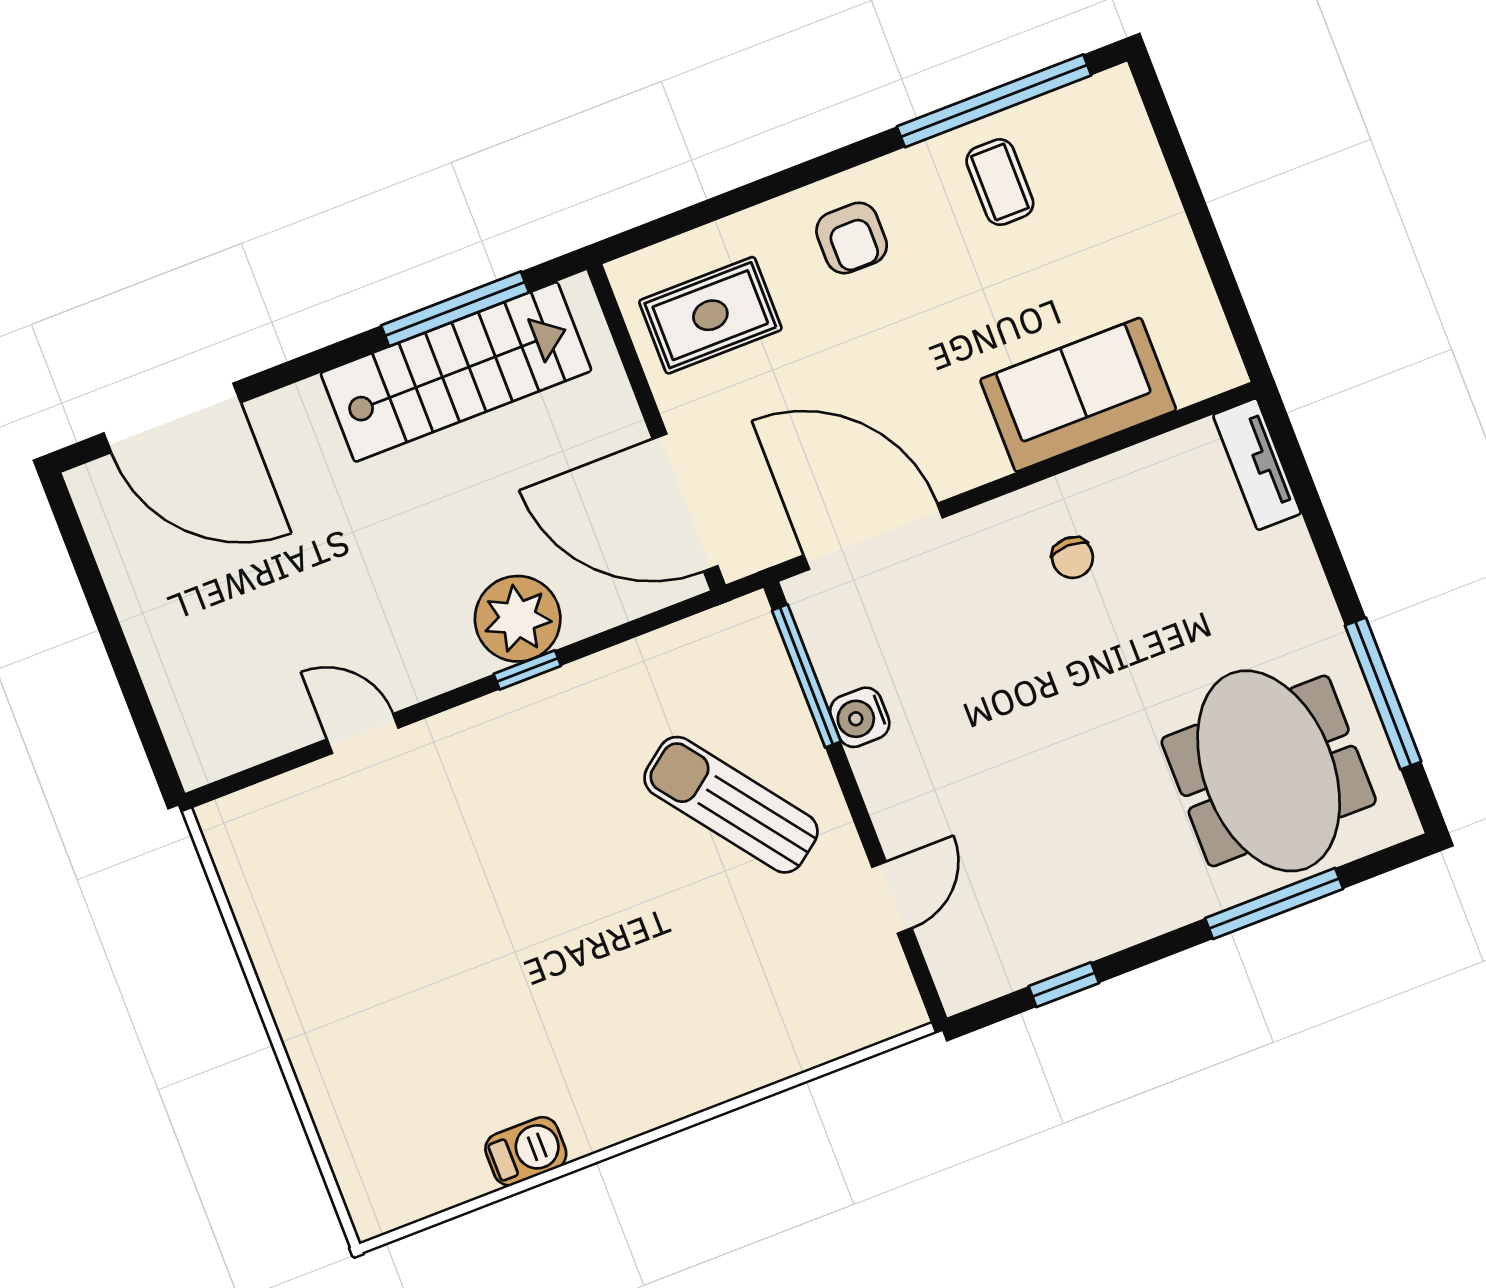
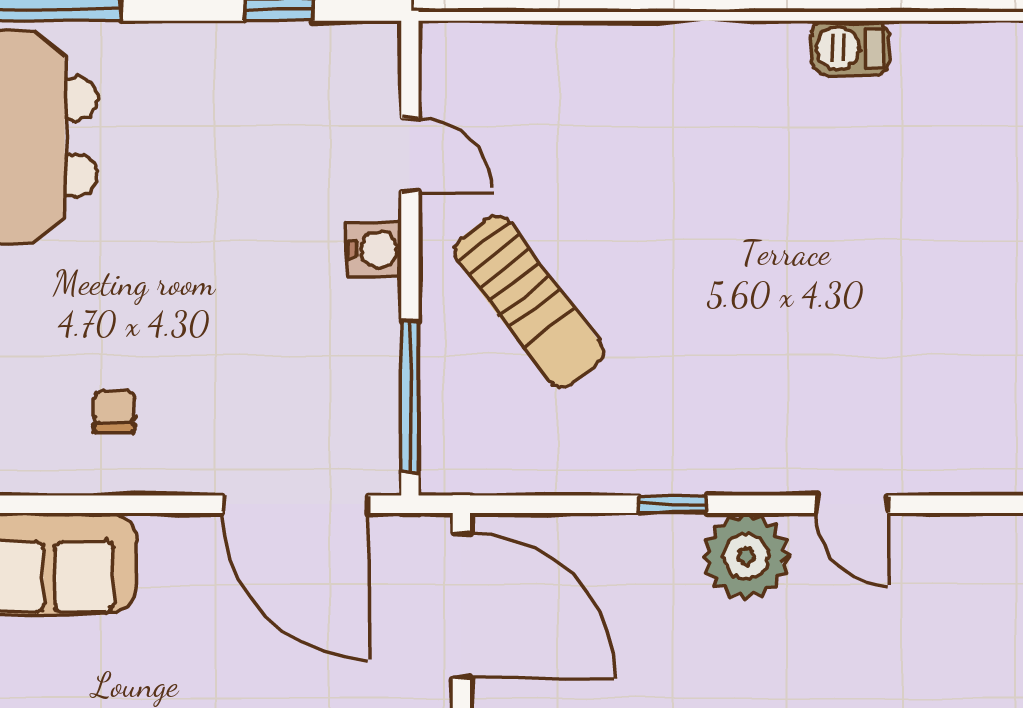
plant: (518, 619) -> (746, 556), moved
water cooler: (860, 717) -> (374, 250), moved
door: (892, 898) -> (410, 155), swing flipped

